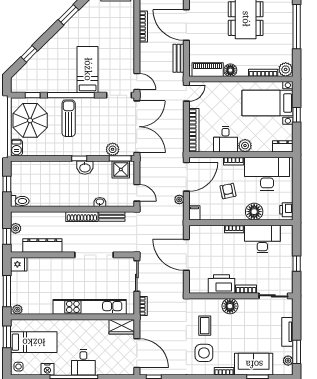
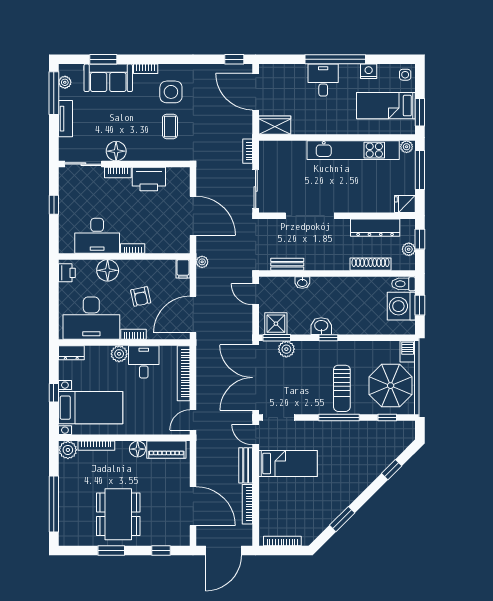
bench: (179, 58) -> (246, 465), moved
bed: (88, 69) -> (288, 464), moved, turned -90
window: (71, 95) -> (339, 418), width x0.68
washing machine: (22, 183) -> (401, 306), added
plant: (179, 200) -> (202, 262), moved
shoe rack: (82, 217) -> (371, 264), moved
floor lamp: (230, 306) -> (116, 151), moved
kitchen unit: (90, 307) -> (353, 150), moved
window: (297, 352) -> (54, 93), width x1.44

